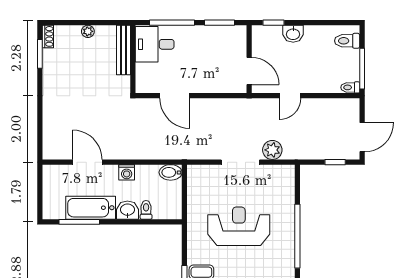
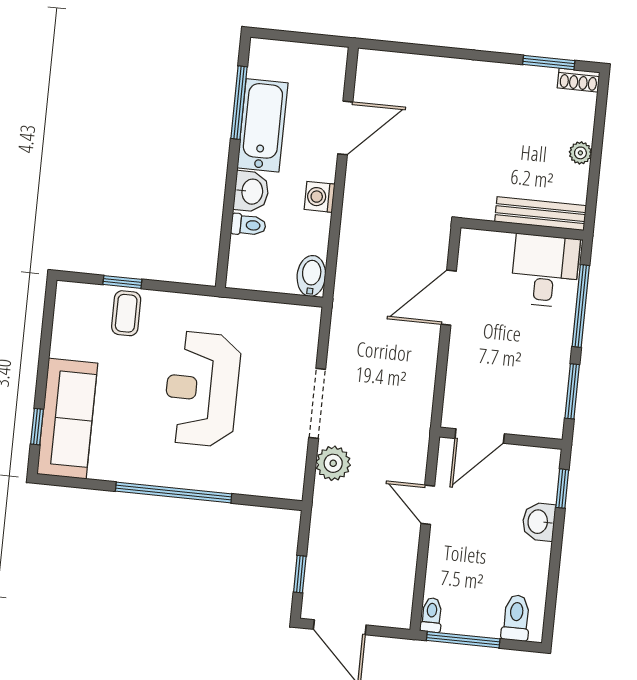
reception desk: (239, 226) -> (202, 389), turned 180

